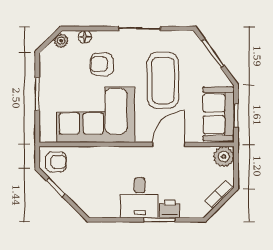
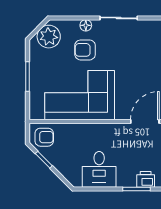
floor lamp: (85, 37) -> (86, 25), moved
plant: (61, 41) -> (49, 37), width x1.88, depth x1.88
coffee table: (163, 80) -> (140, 64), removed
desk: (140, 198) -> (99, 169), moved

